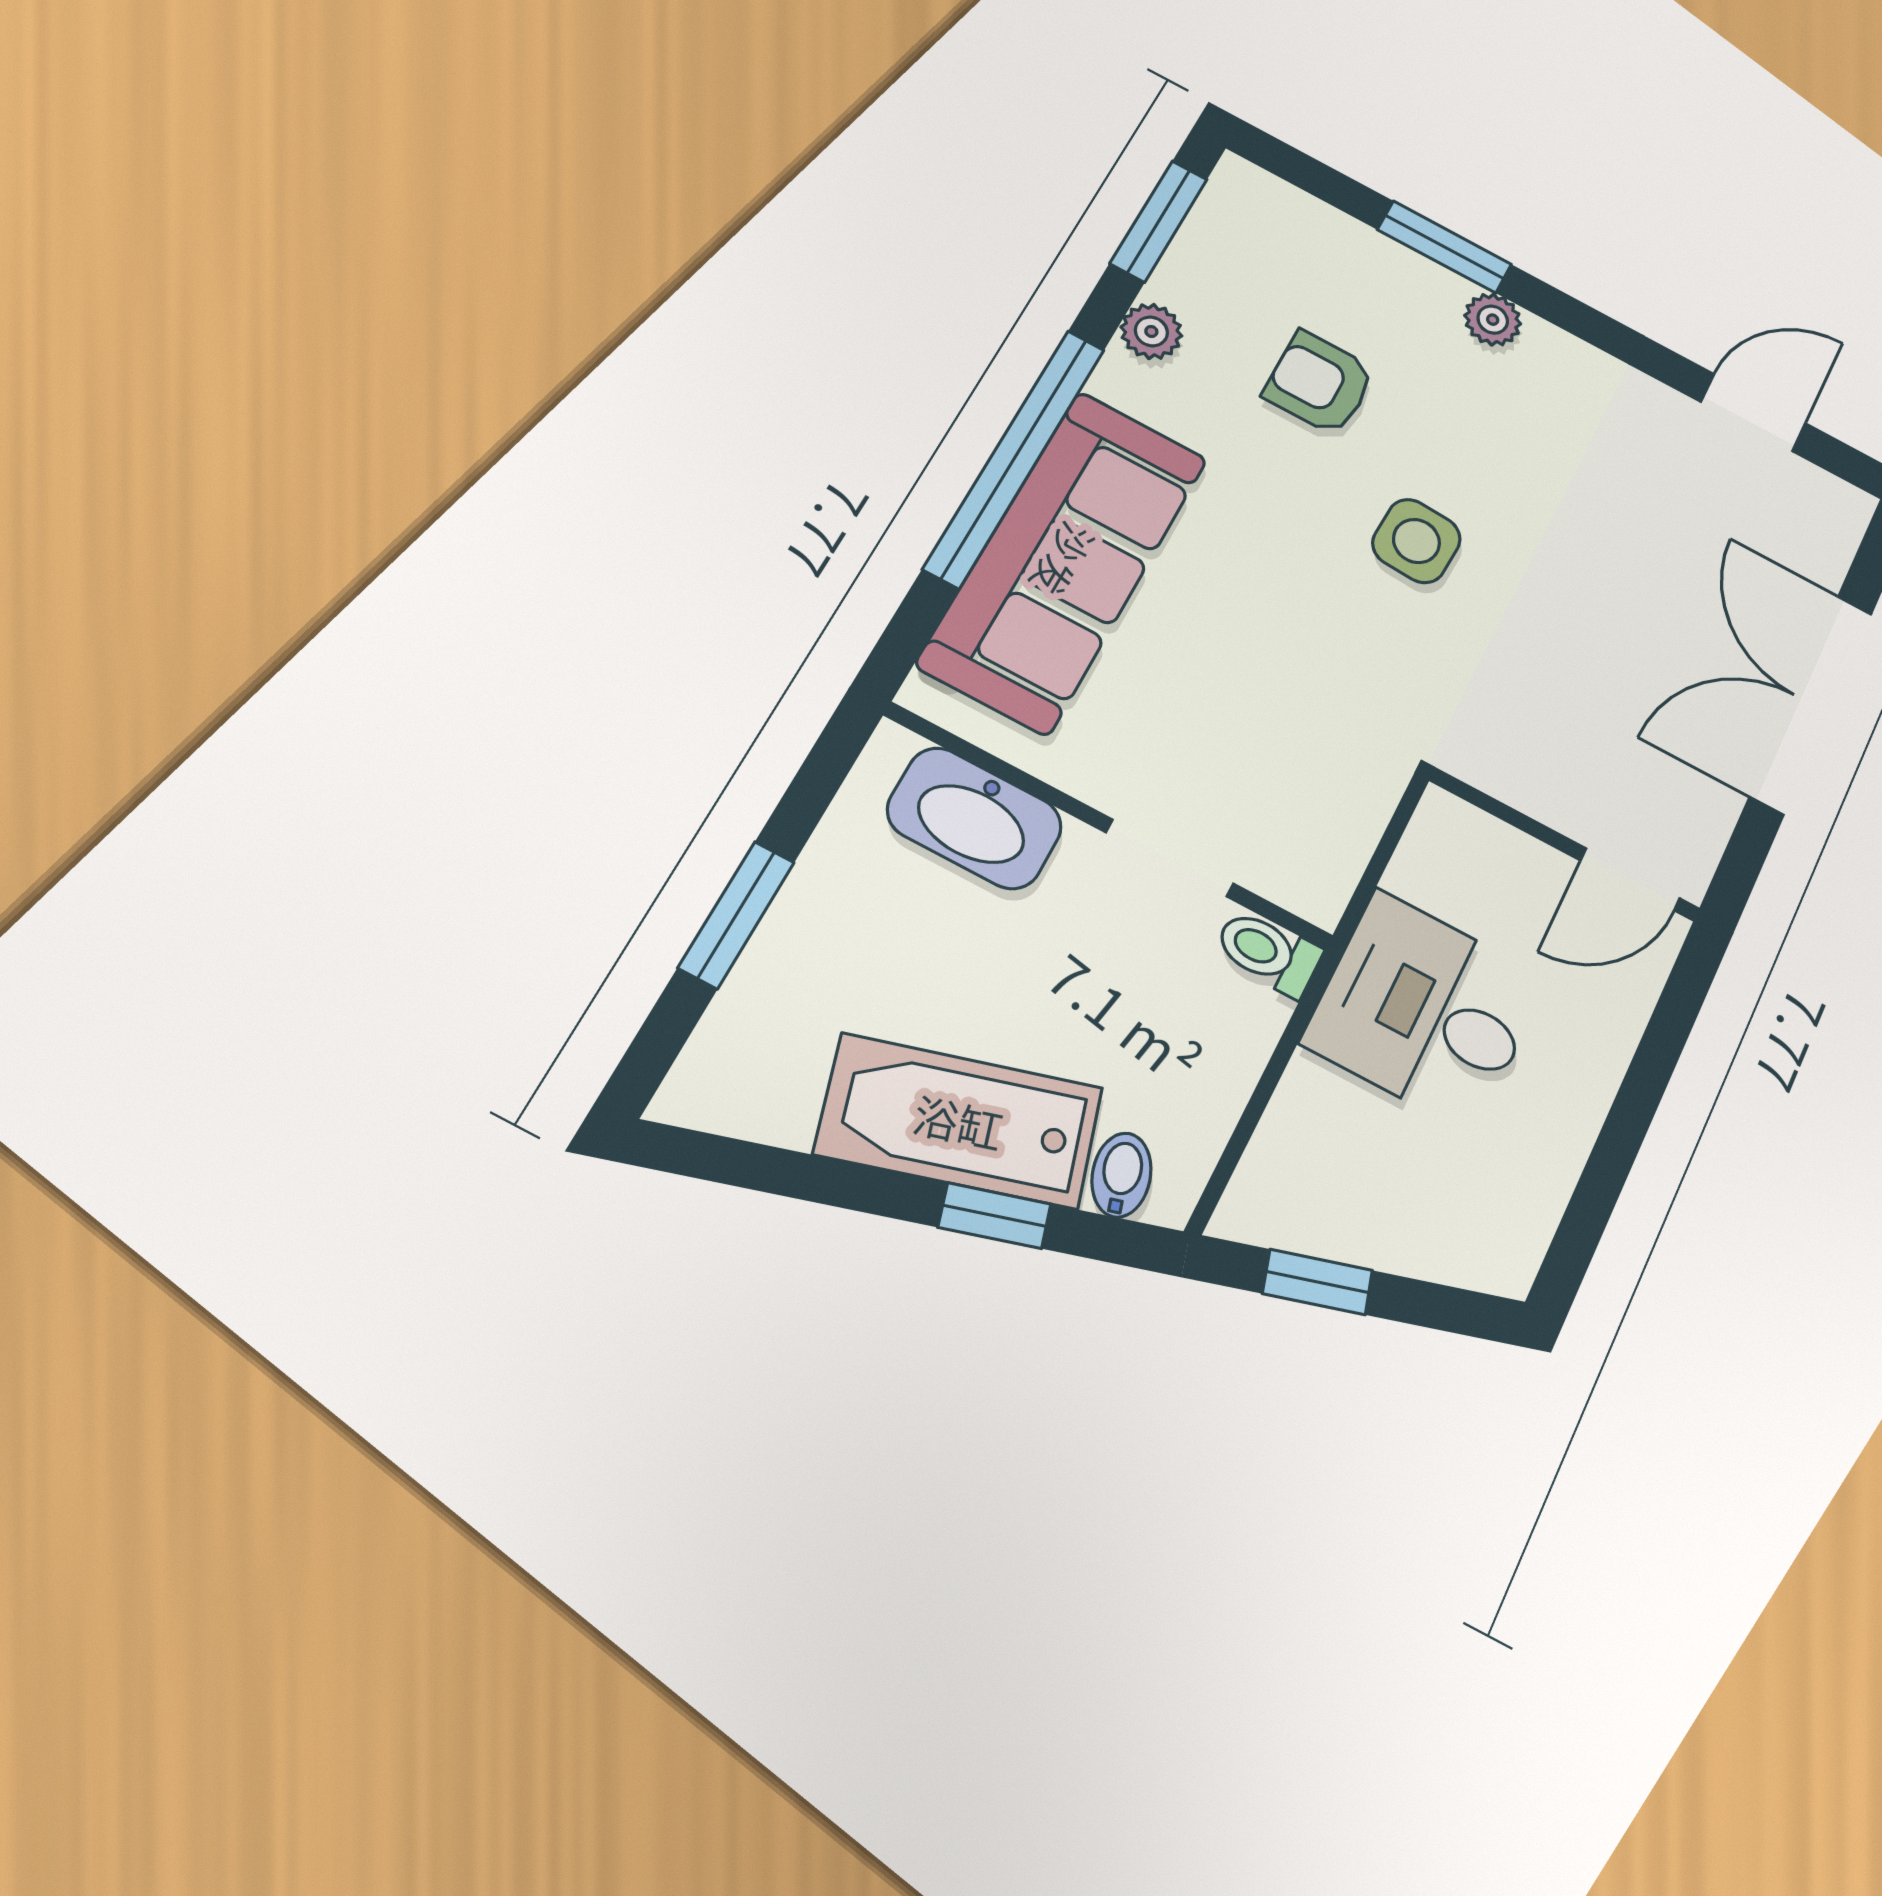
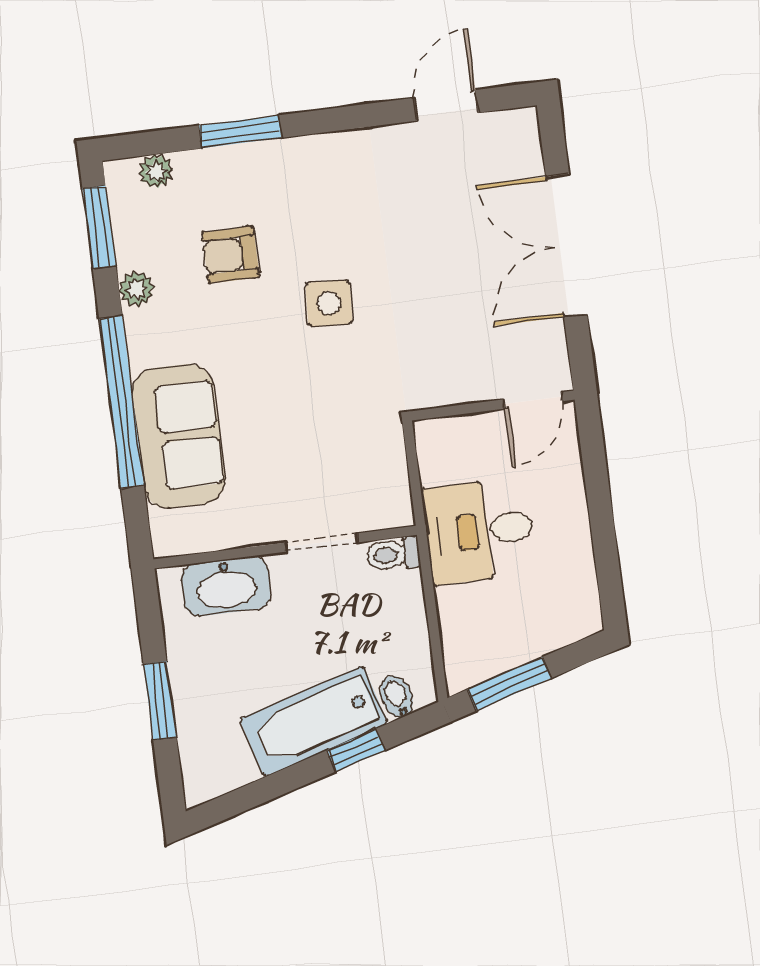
plant: (1493, 320) -> (156, 171), moved
sofa: (1064, 560) -> (179, 436), width x0.73
window: (1318, 1282) -> (509, 684), width x1.50

